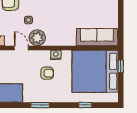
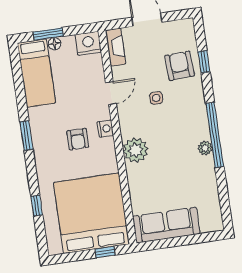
sofa: (97, 37) -> (166, 225), moved, turned -90
plant: (37, 38) -> (135, 150), moved
nightstand: (56, 55) -> (105, 129), moved

